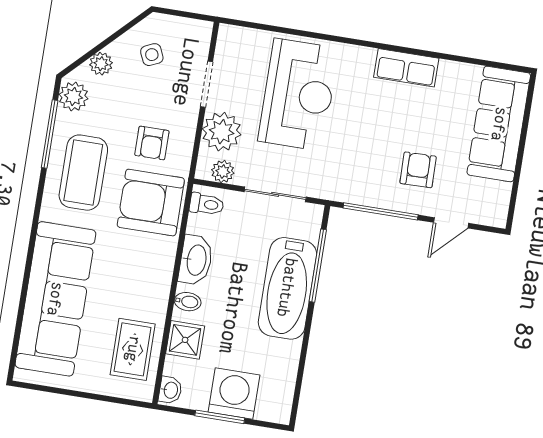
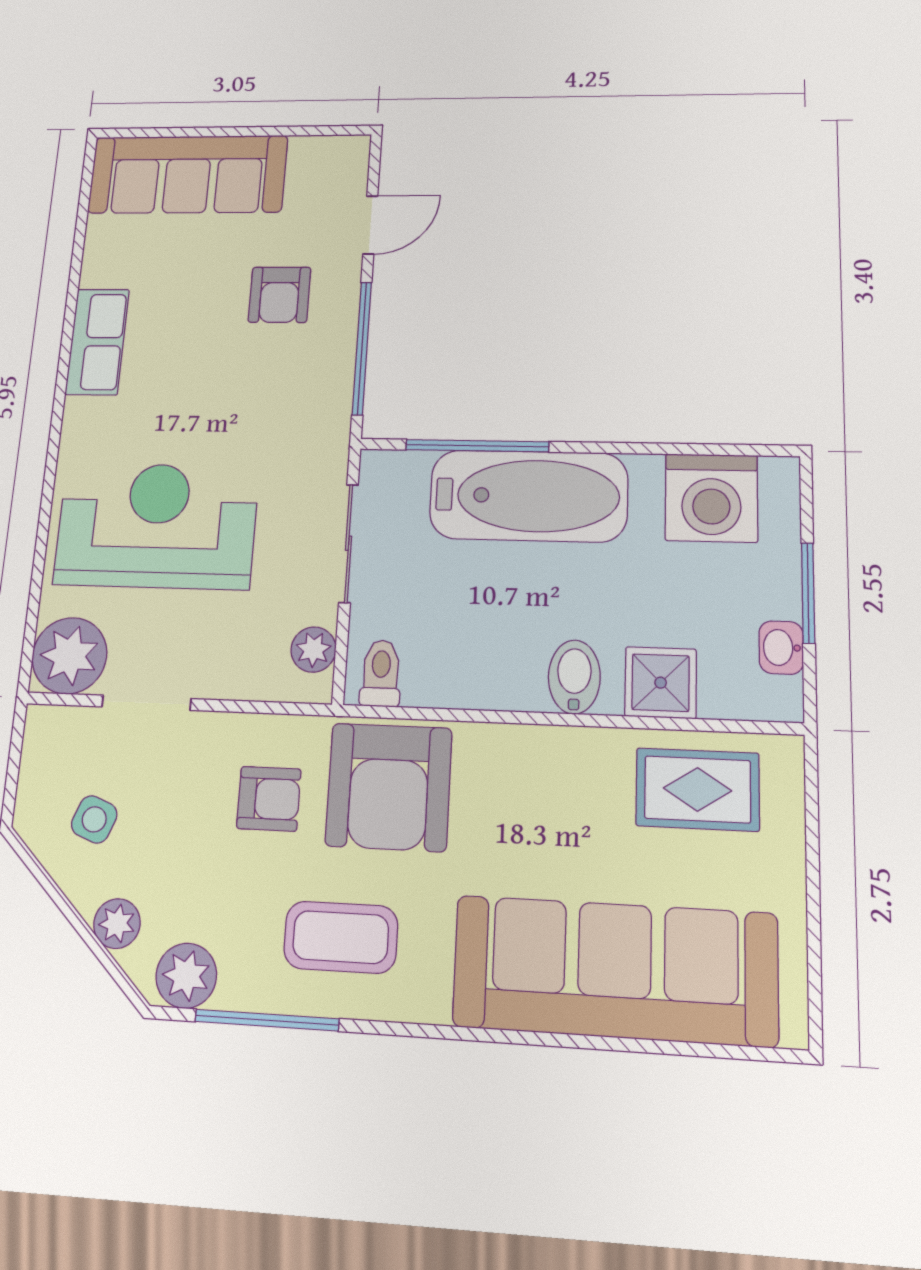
side table: (152, 55) -> (94, 819), turned 45
plant: (222, 132) -> (69, 656), moved
armchair: (418, 170) -> (279, 295), turned -89
coffee table: (83, 173) -> (341, 937), width x0.73, depth x0.76
door: (451, 223) -> (370, 225), hinge flipped
washbasin: (196, 260) -> (495, 681), removed
bidet: (188, 302) -> (574, 677), width x1.38, depth x1.36
washbasin: (170, 390) -> (781, 648), moved, turned -90
washing machine: (234, 394) -> (711, 498), moved, turned -90

